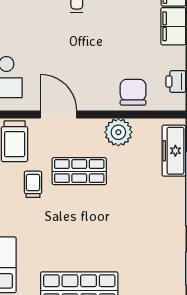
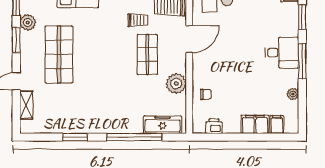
chair: (133, 92) -> (206, 94), width x0.54, depth x0.54

